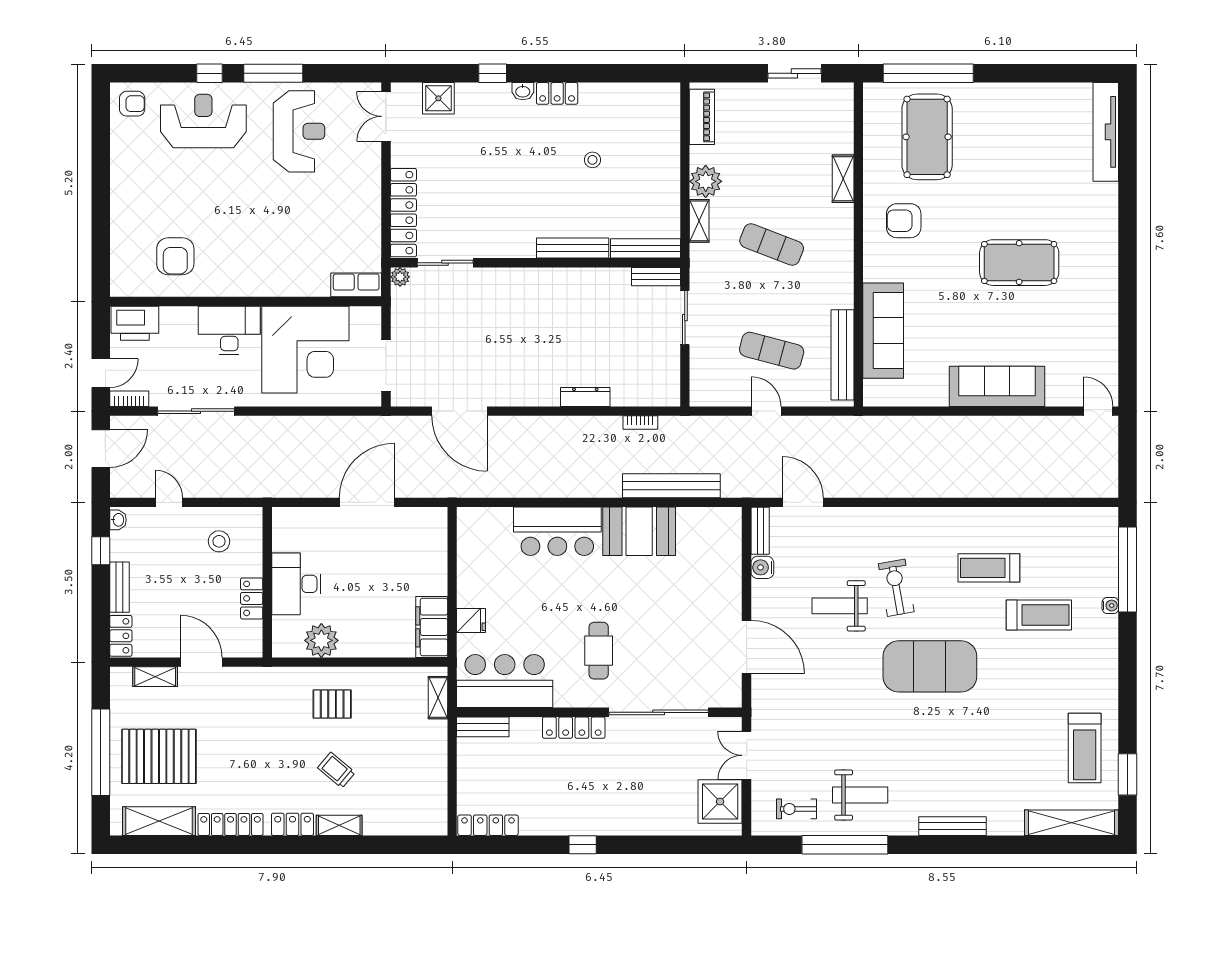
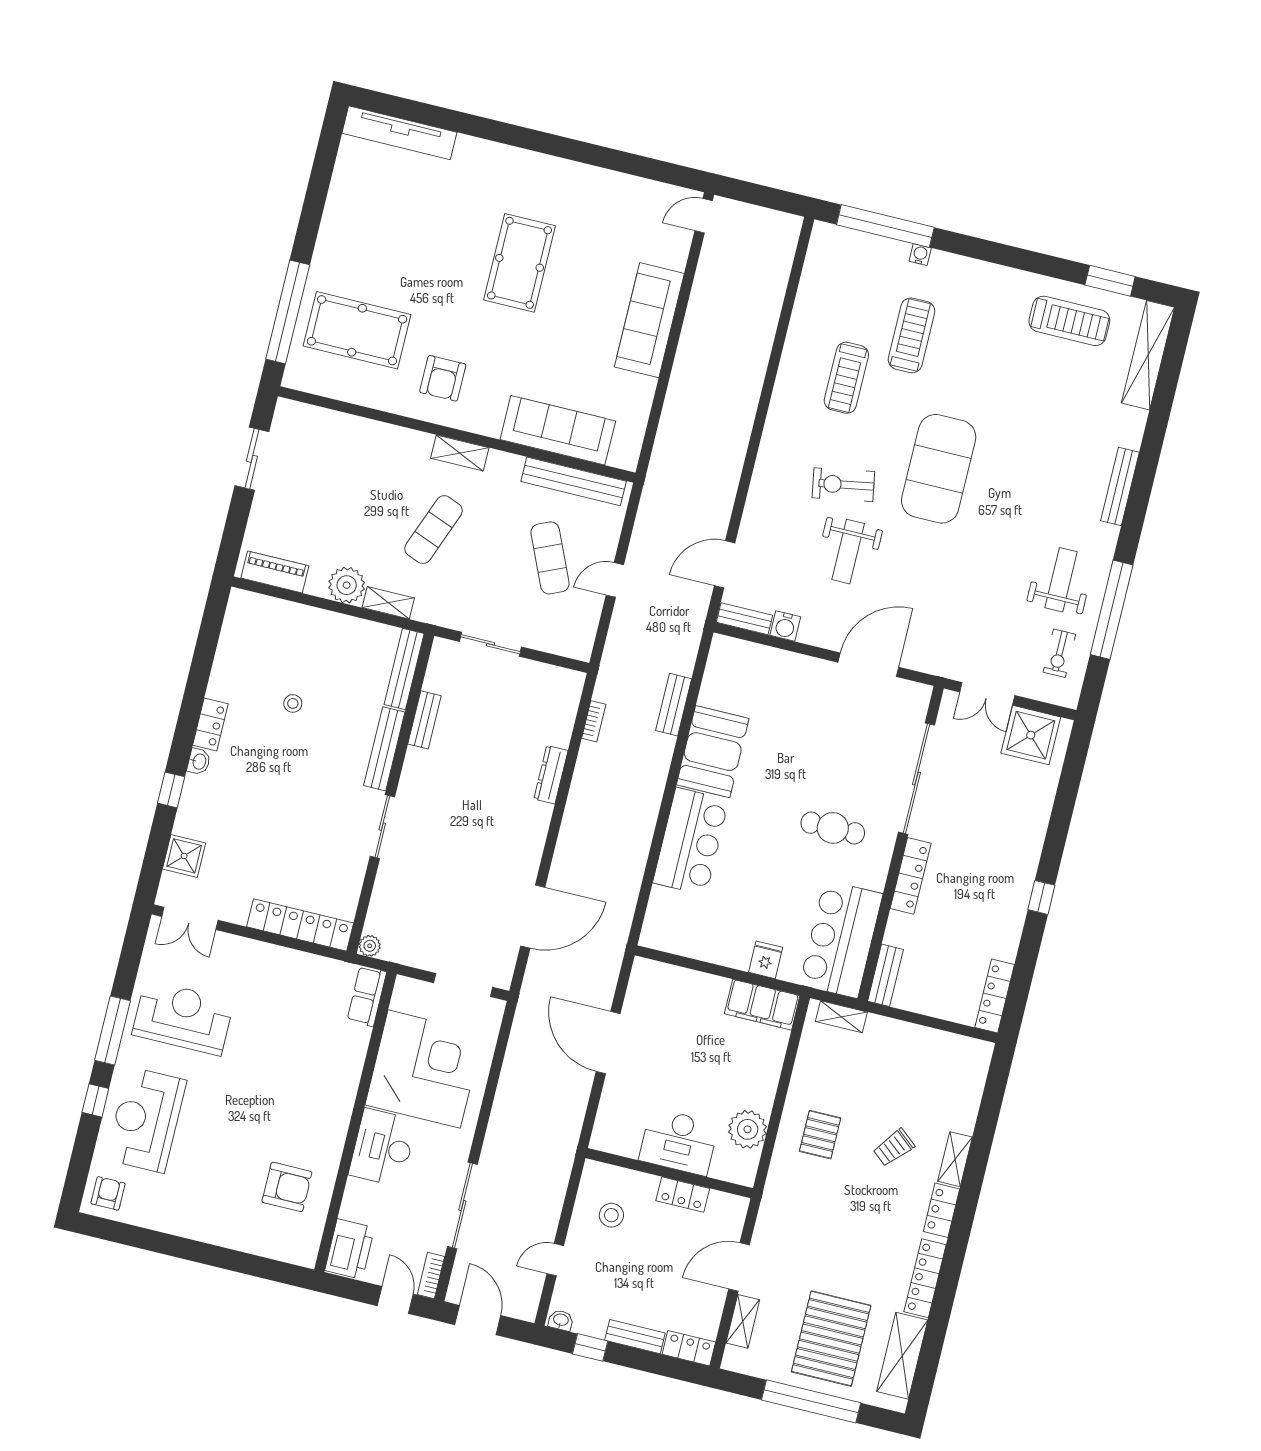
shelving: (843, 179) -> (460, 453), moved
sliding door: (445, 263) -> (382, 827), moved
bench: (656, 277) -> (424, 720), moved
exercise mat: (772, 351) -> (550, 558), turned -39
bench: (671, 486) -> (674, 705), width x0.54, depth x0.82

